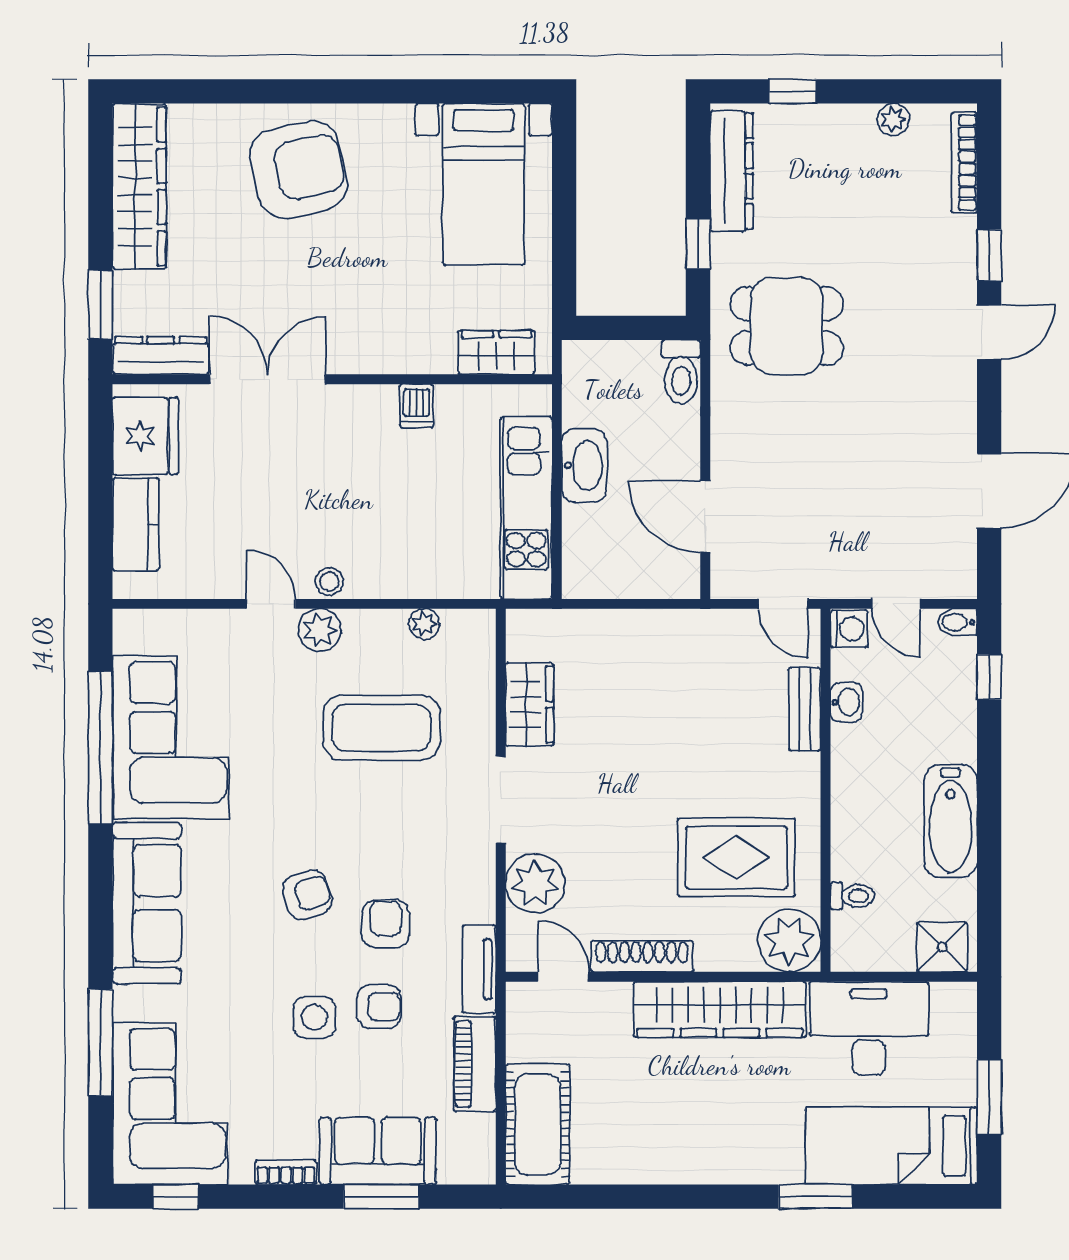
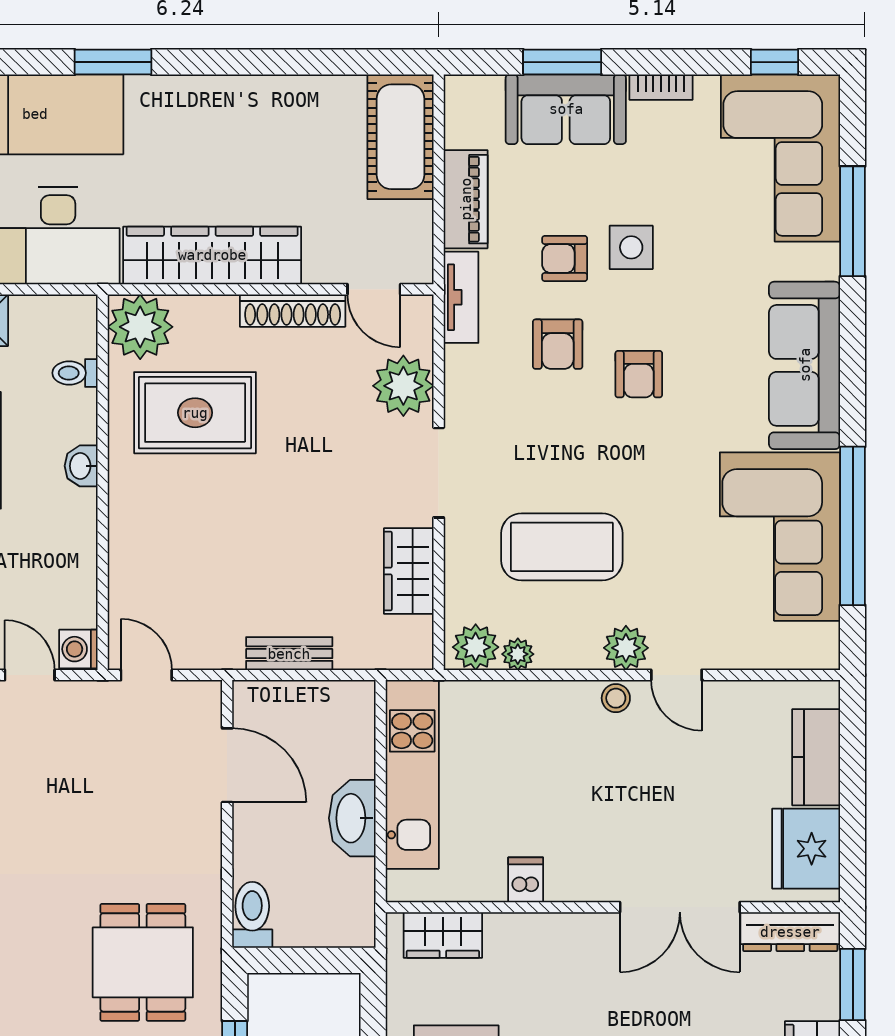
dining table: (787, 326) -> (143, 962), turned 90
plant: (465, 631) -> (476, 647), added
washbasin: (846, 702) -> (81, 466), moved
bench: (805, 709) -> (289, 654), moved, turned 90
armchair: (307, 895) -> (639, 374), turned -72

